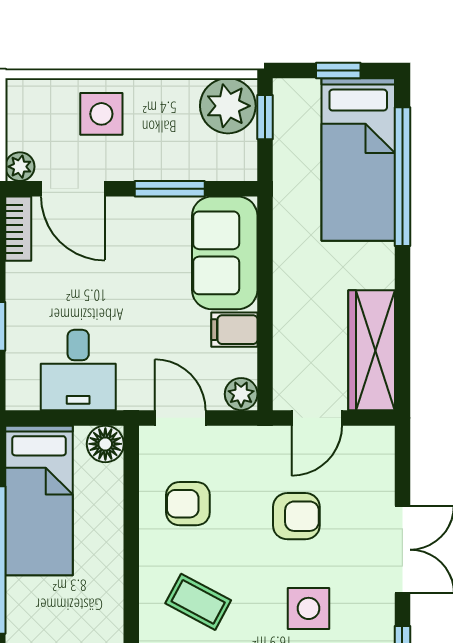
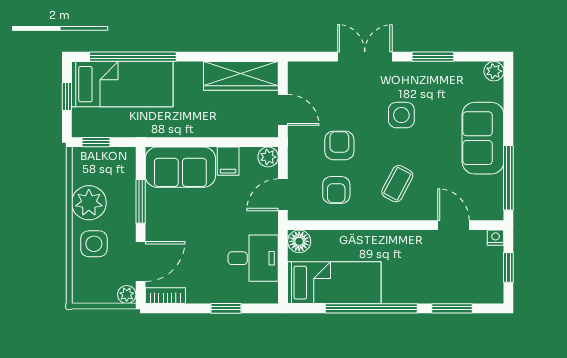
plant: (228, 106) -> (89, 203), moved
armchair: (296, 516) -> (339, 145), moved

